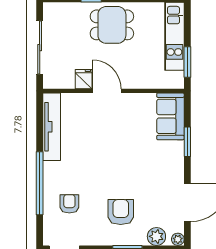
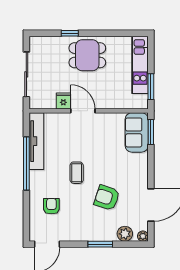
window: (187, 142) -> (151, 132), moved
coffee table: (99, 164) -> (77, 173), added
window: (40, 183) -> (26, 163), moved
armchair: (121, 212) -> (107, 198), moved, turned -72

